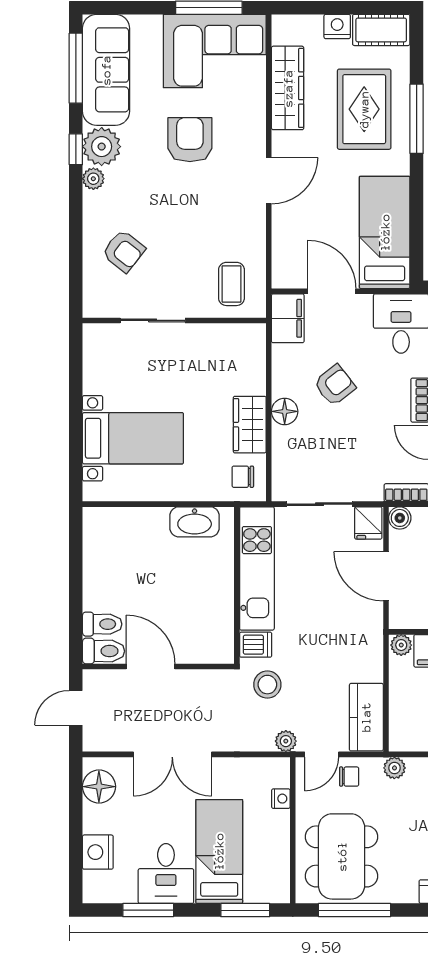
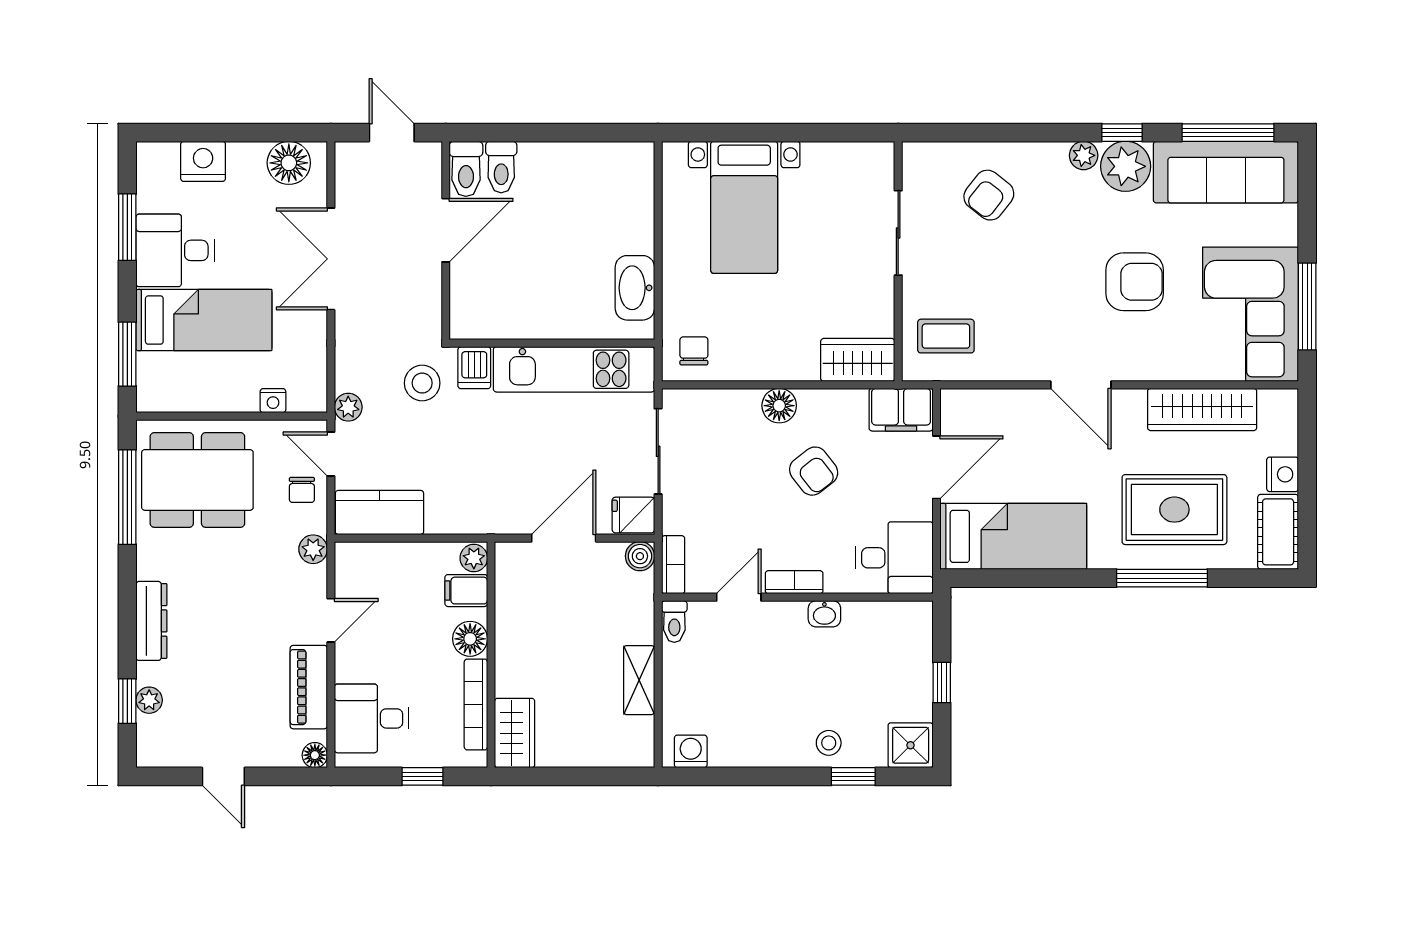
wardrobe: (250, 425) -> (858, 360), moved

